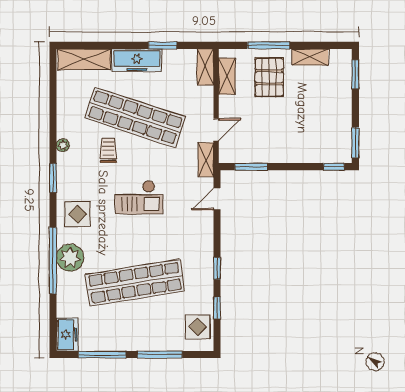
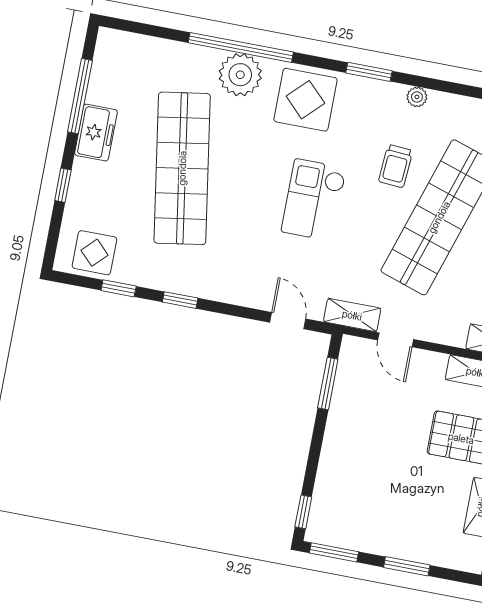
window: (355, 74) -> (407, 566), moved
trolley: (108, 150) -> (396, 166), turned 94
display table: (78, 214) -> (305, 100), width x1.36, depth x1.36
freezer: (67, 335) -> (96, 133), moved, turned -90
window: (160, 355) -> (63, 185), width x0.46

